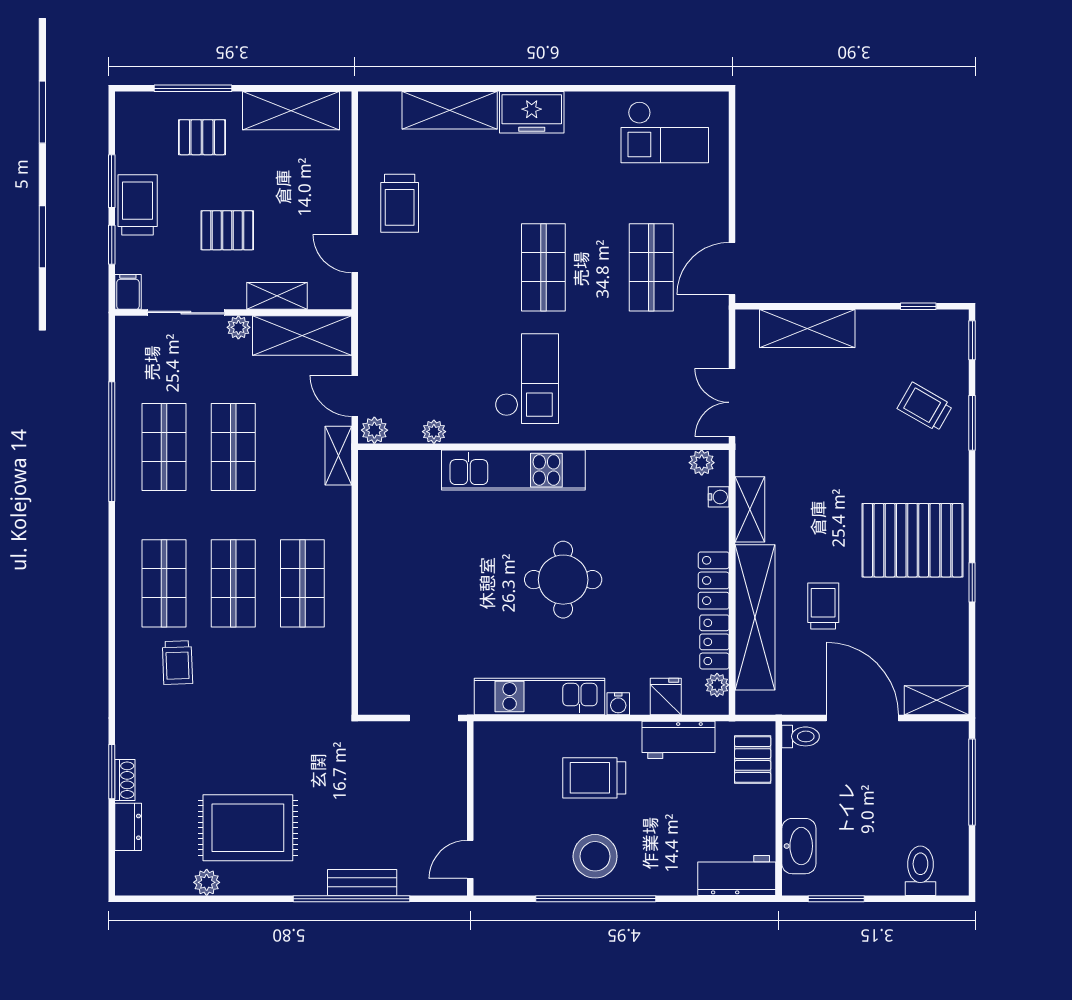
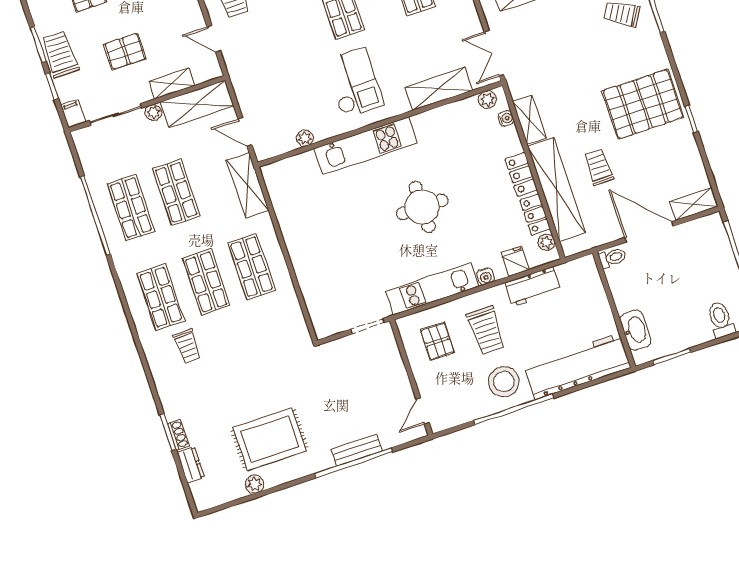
shelving: (640, 425) -> (439, 89), added
plant: (374, 430) -> (265, 150), removed
shelving: (338, 456) -> (248, 185), width x1.50, depth x1.33
pallet: (753, 760) -> (437, 341), moved
trolley: (594, 778) -> (486, 330), turned -90
workbench: (737, 876) -> (577, 366), width x1.88, depth x1.32

